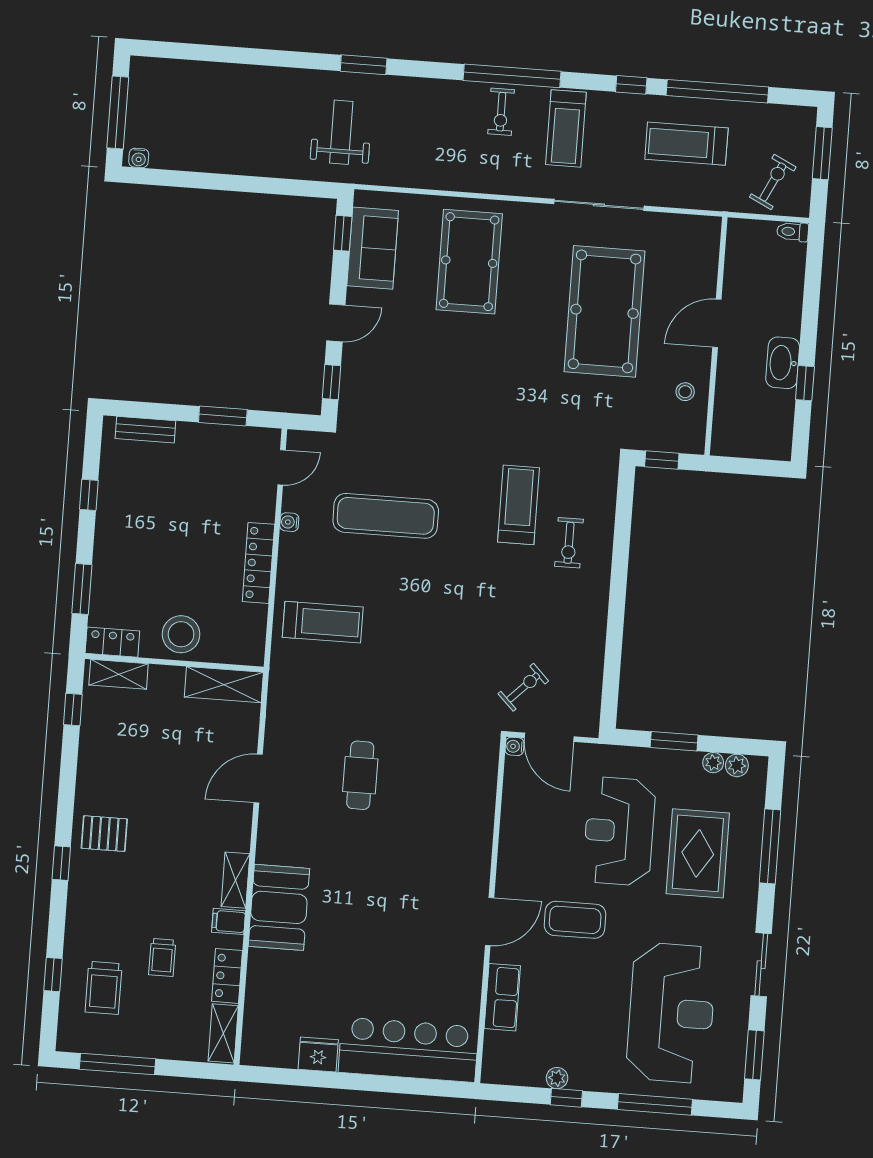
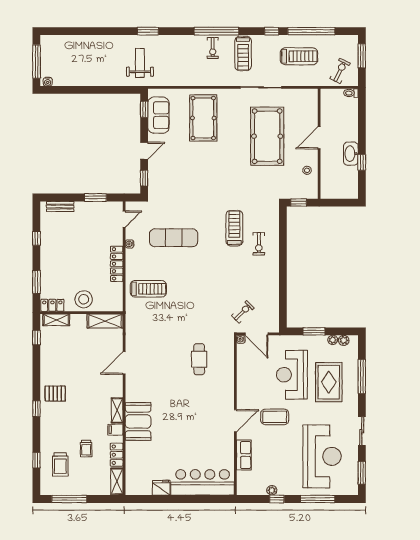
treadmill: (686, 144) -> (299, 56), turned 180
cafe table: (360, 775) -> (199, 359), moved

